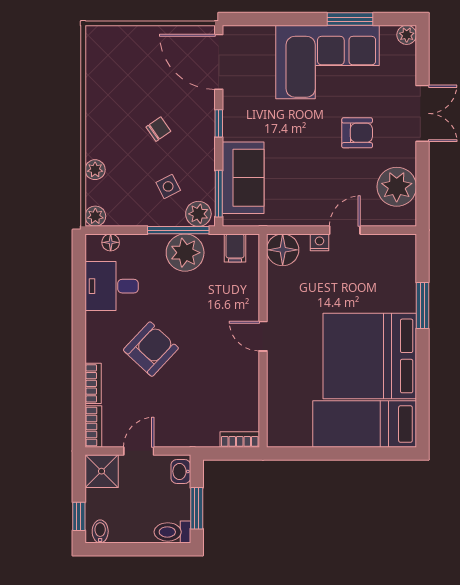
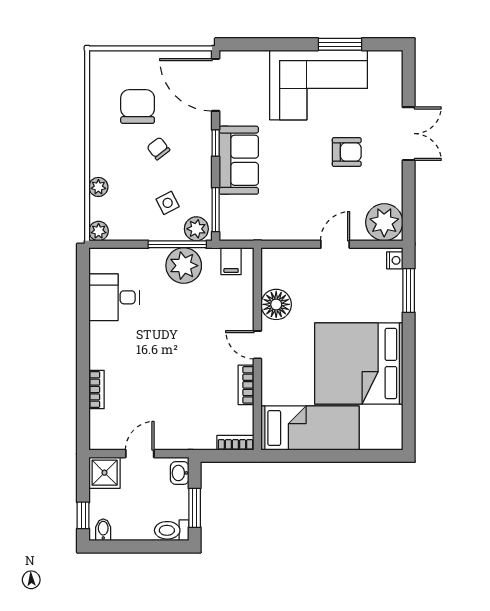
plant: (407, 35) -> (394, 59), removed
chair: (136, 85) -> (138, 107), added
chair: (158, 129) -> (158, 149), turned -93
sofa: (243, 178) -> (239, 160), moved
plant: (397, 187) -> (384, 222), moved
floor lamp: (111, 242) -> (113, 256), removed
nightstand: (320, 242) -> (395, 260), moved, turned 90
floor lamp: (283, 250) -> (276, 304), moved
window: (422, 306) -> (409, 291), moved
armchair: (151, 349) -> (151, 357), removed
bed: (365, 424) -> (310, 428), moved, turned 180
bookcase: (93, 426) -> (246, 385), moved, turned 180

